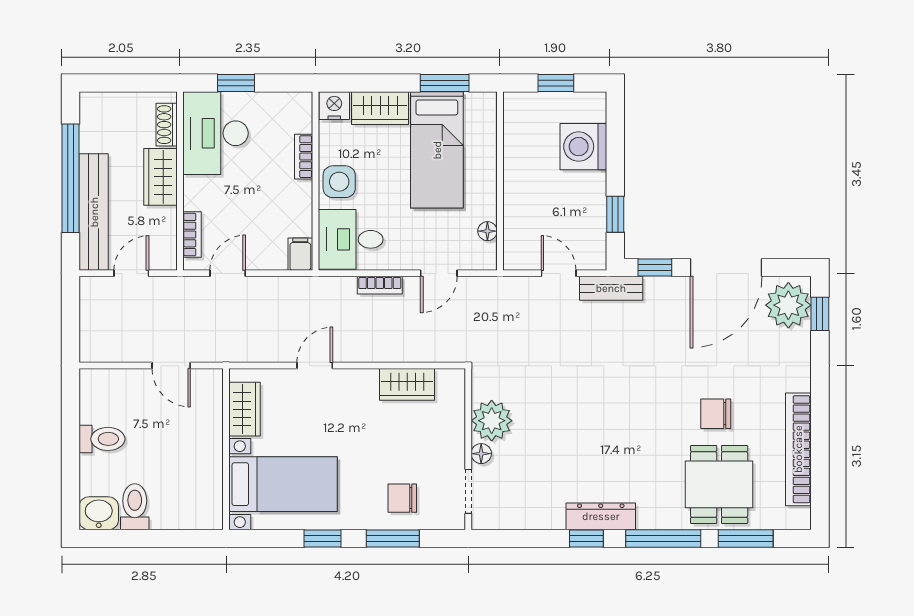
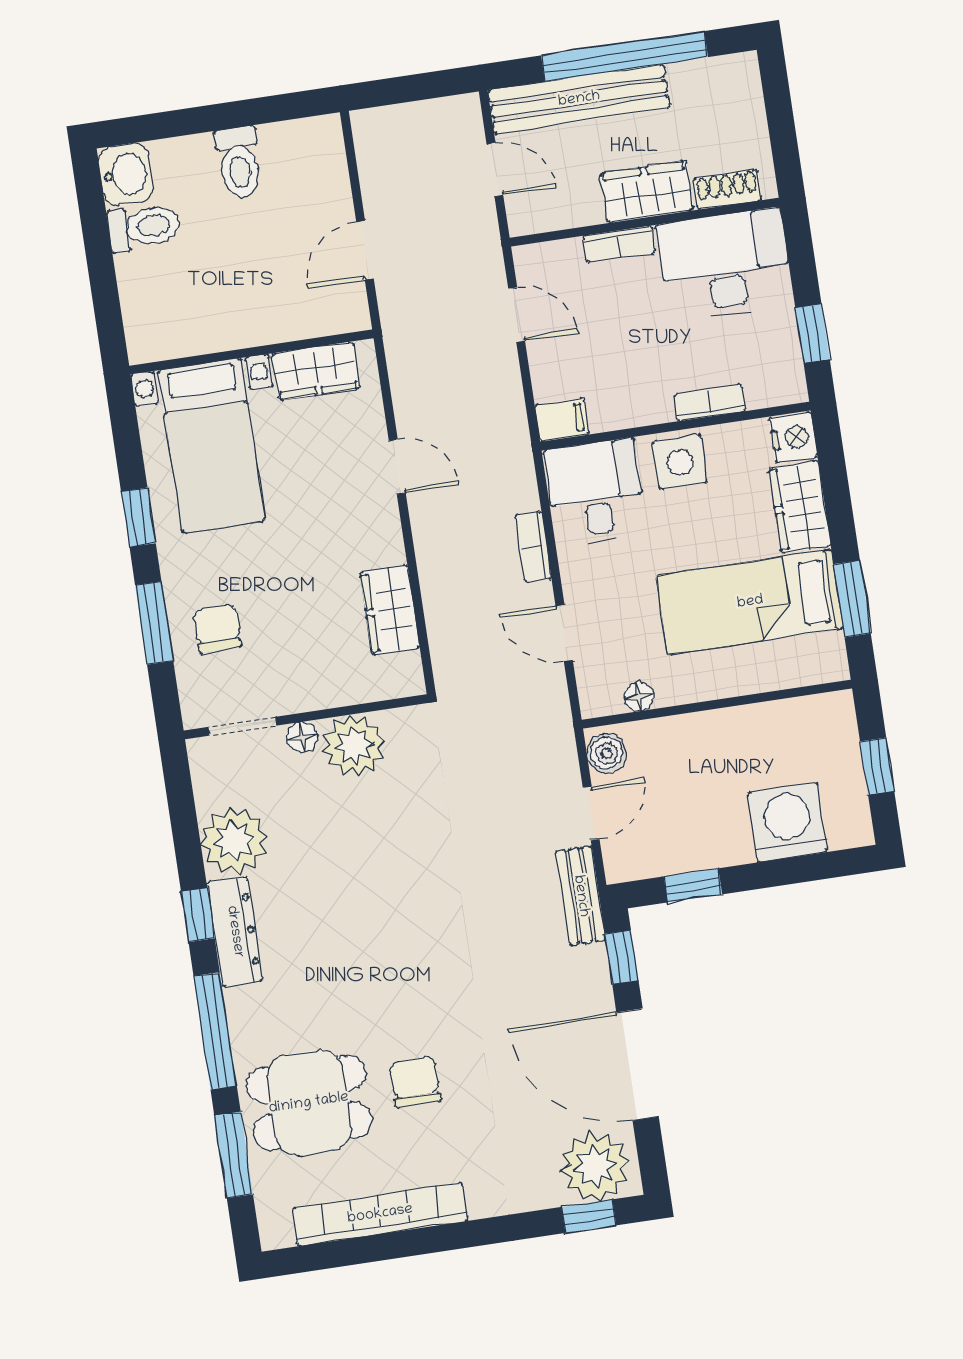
window: (236, 83) -> (813, 333), moved
bookcase: (192, 235) -> (619, 244), moved
boiler: (521, 257) -> (607, 753), added
plant: (542, 508) -> (234, 841), added

